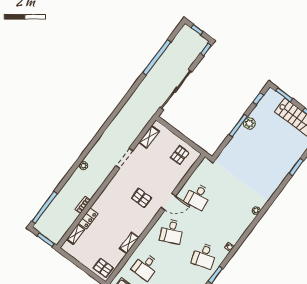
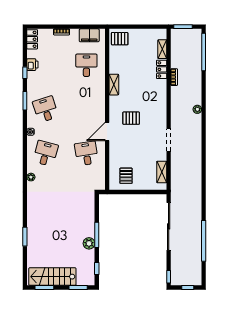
desk: (172, 232) -> (46, 153), moved, turned 39
shelving: (129, 243) -> (114, 85), moved

